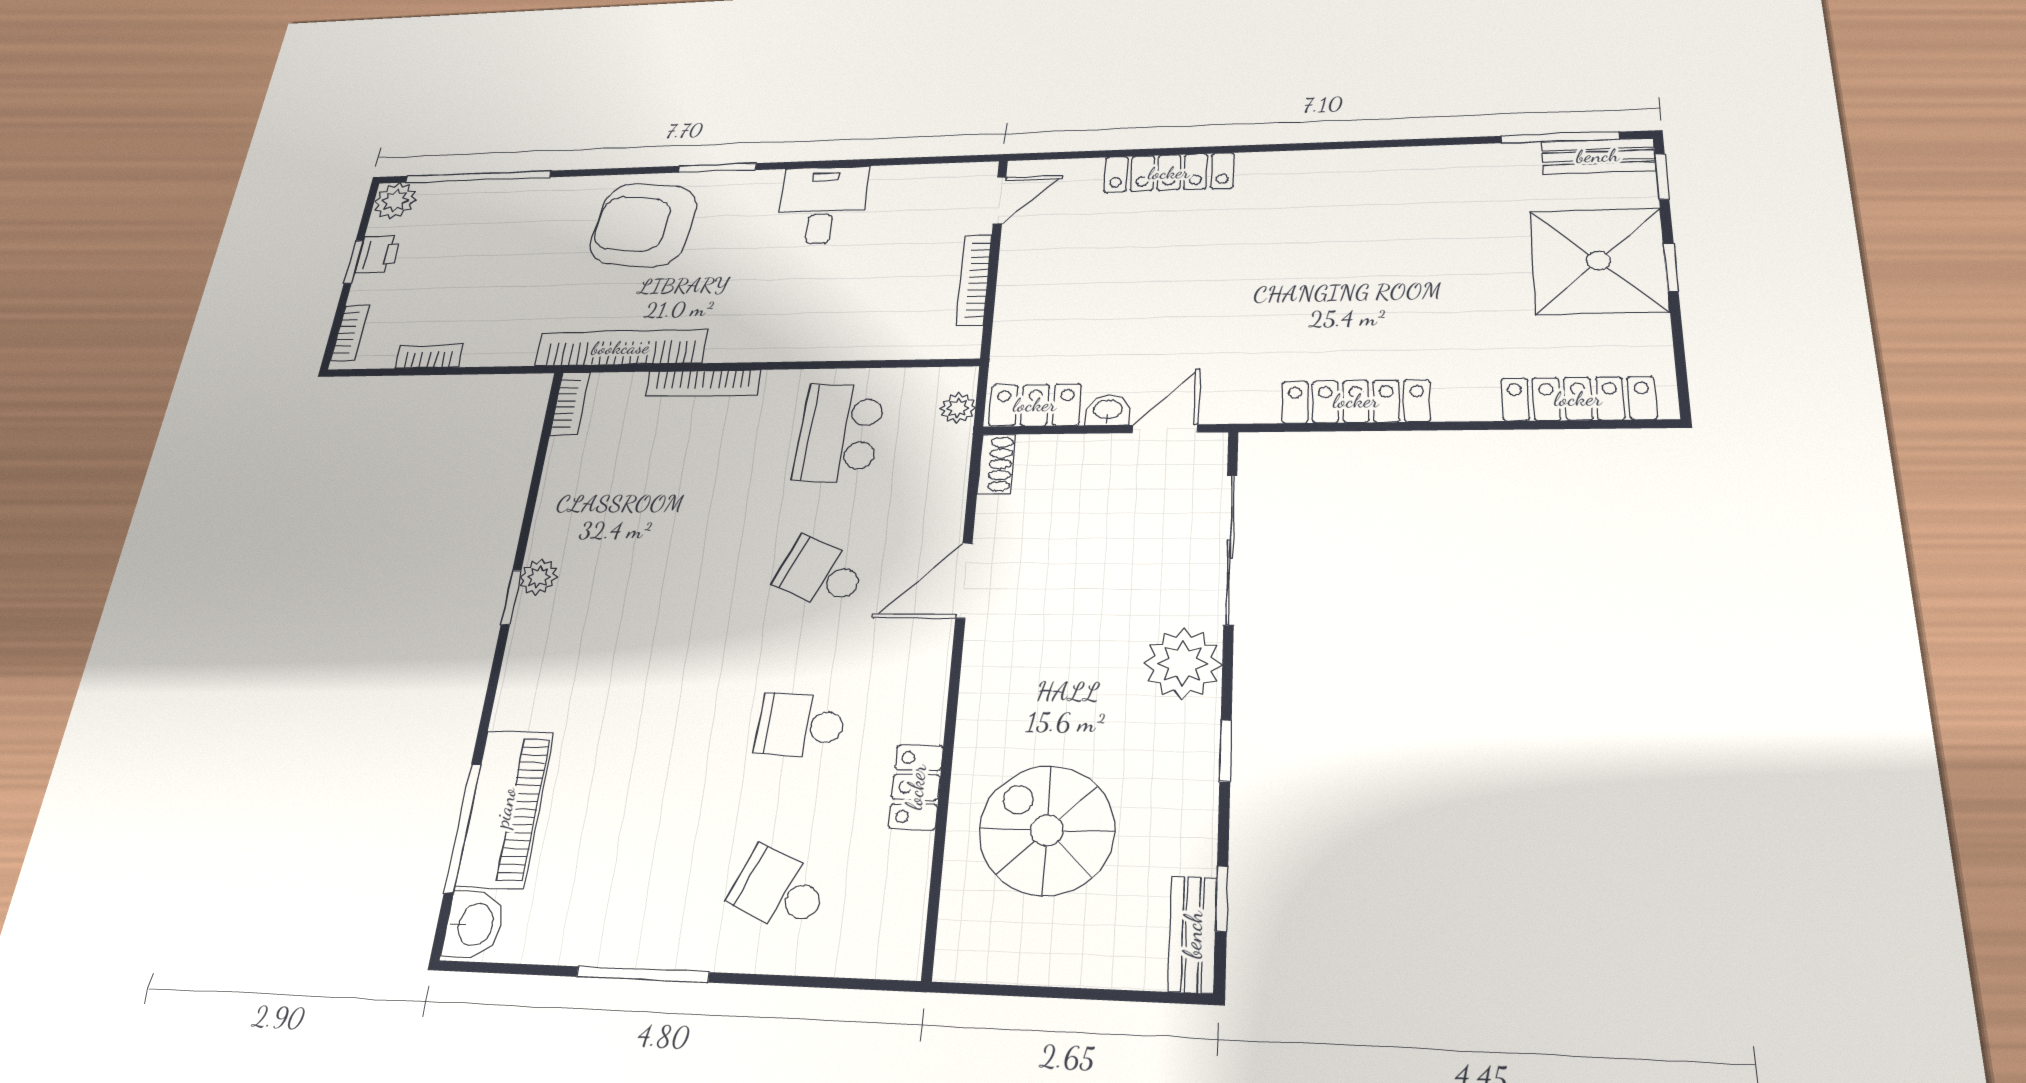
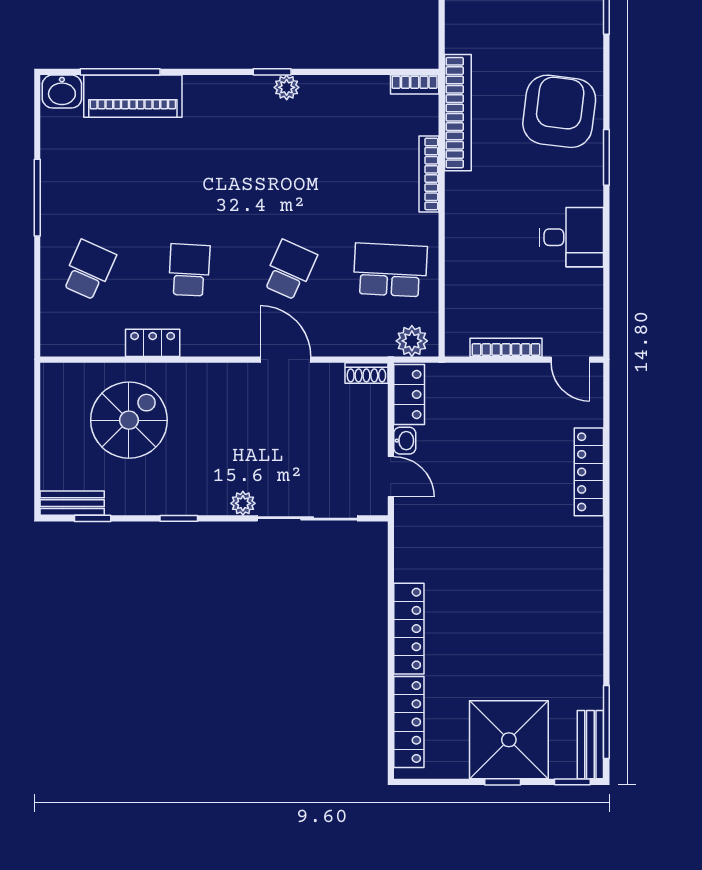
locker: (1356, 401) -> (409, 629), moved
plant: (958, 408) -> (412, 341), width x1.38, depth x1.38
plant: (1183, 663) -> (243, 503), width x0.53, depth x0.53

